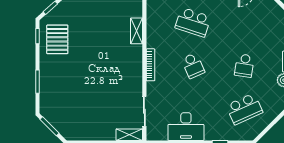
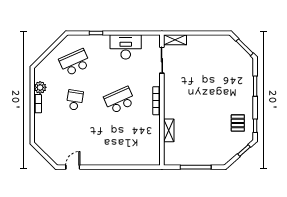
school desk: (193, 22) -> (119, 138), removed
pallet: (57, 39) -> (238, 123), width x0.67, depth x0.71
school desk: (193, 66) -> (119, 100), width x1.85

